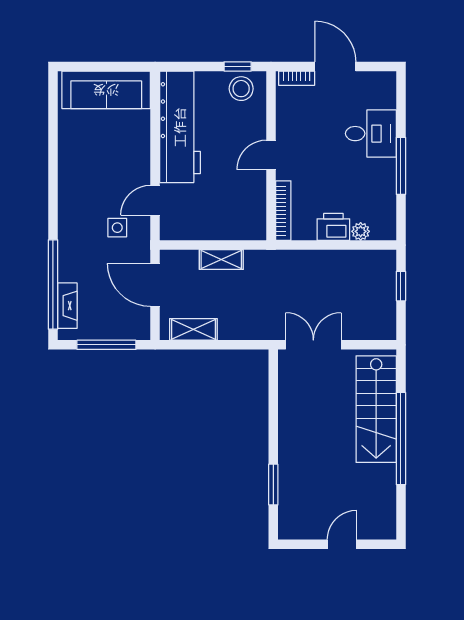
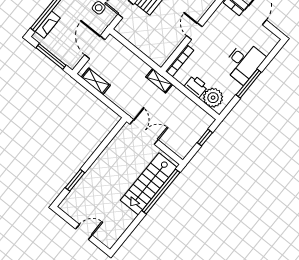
desk: (371, 134) -> (244, 62), width x1.37
door: (271, 155) -> (194, 31), hinge flipped
plant: (361, 231) -> (213, 98), width x1.88, depth x1.88
shelving: (221, 260) -> (159, 81), moved
window: (401, 439) -> (161, 191), moved

